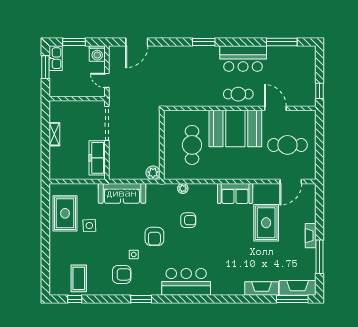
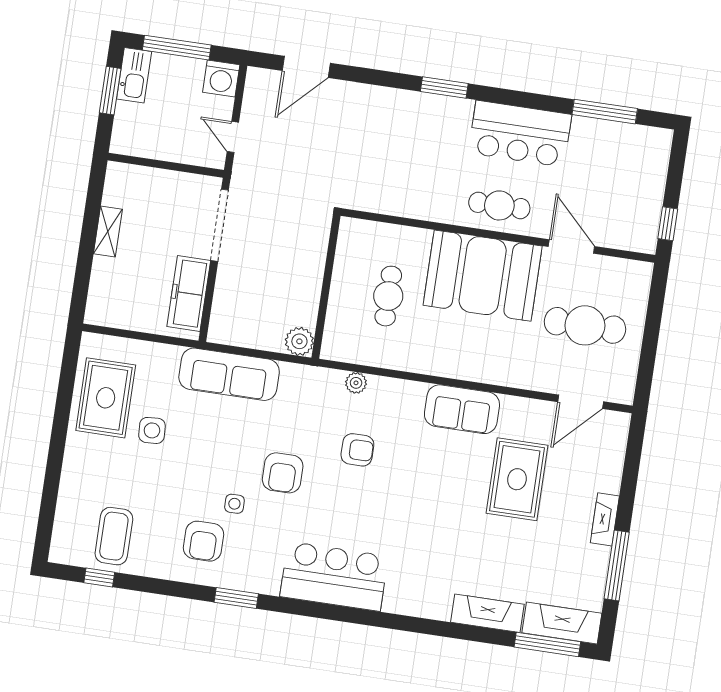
window: (74, 42) -> (177, 48), width x1.44
cafe table: (192, 145) -> (388, 296), width x0.73, depth x0.74
armchair: (122, 274) -> (203, 541), turned 90

